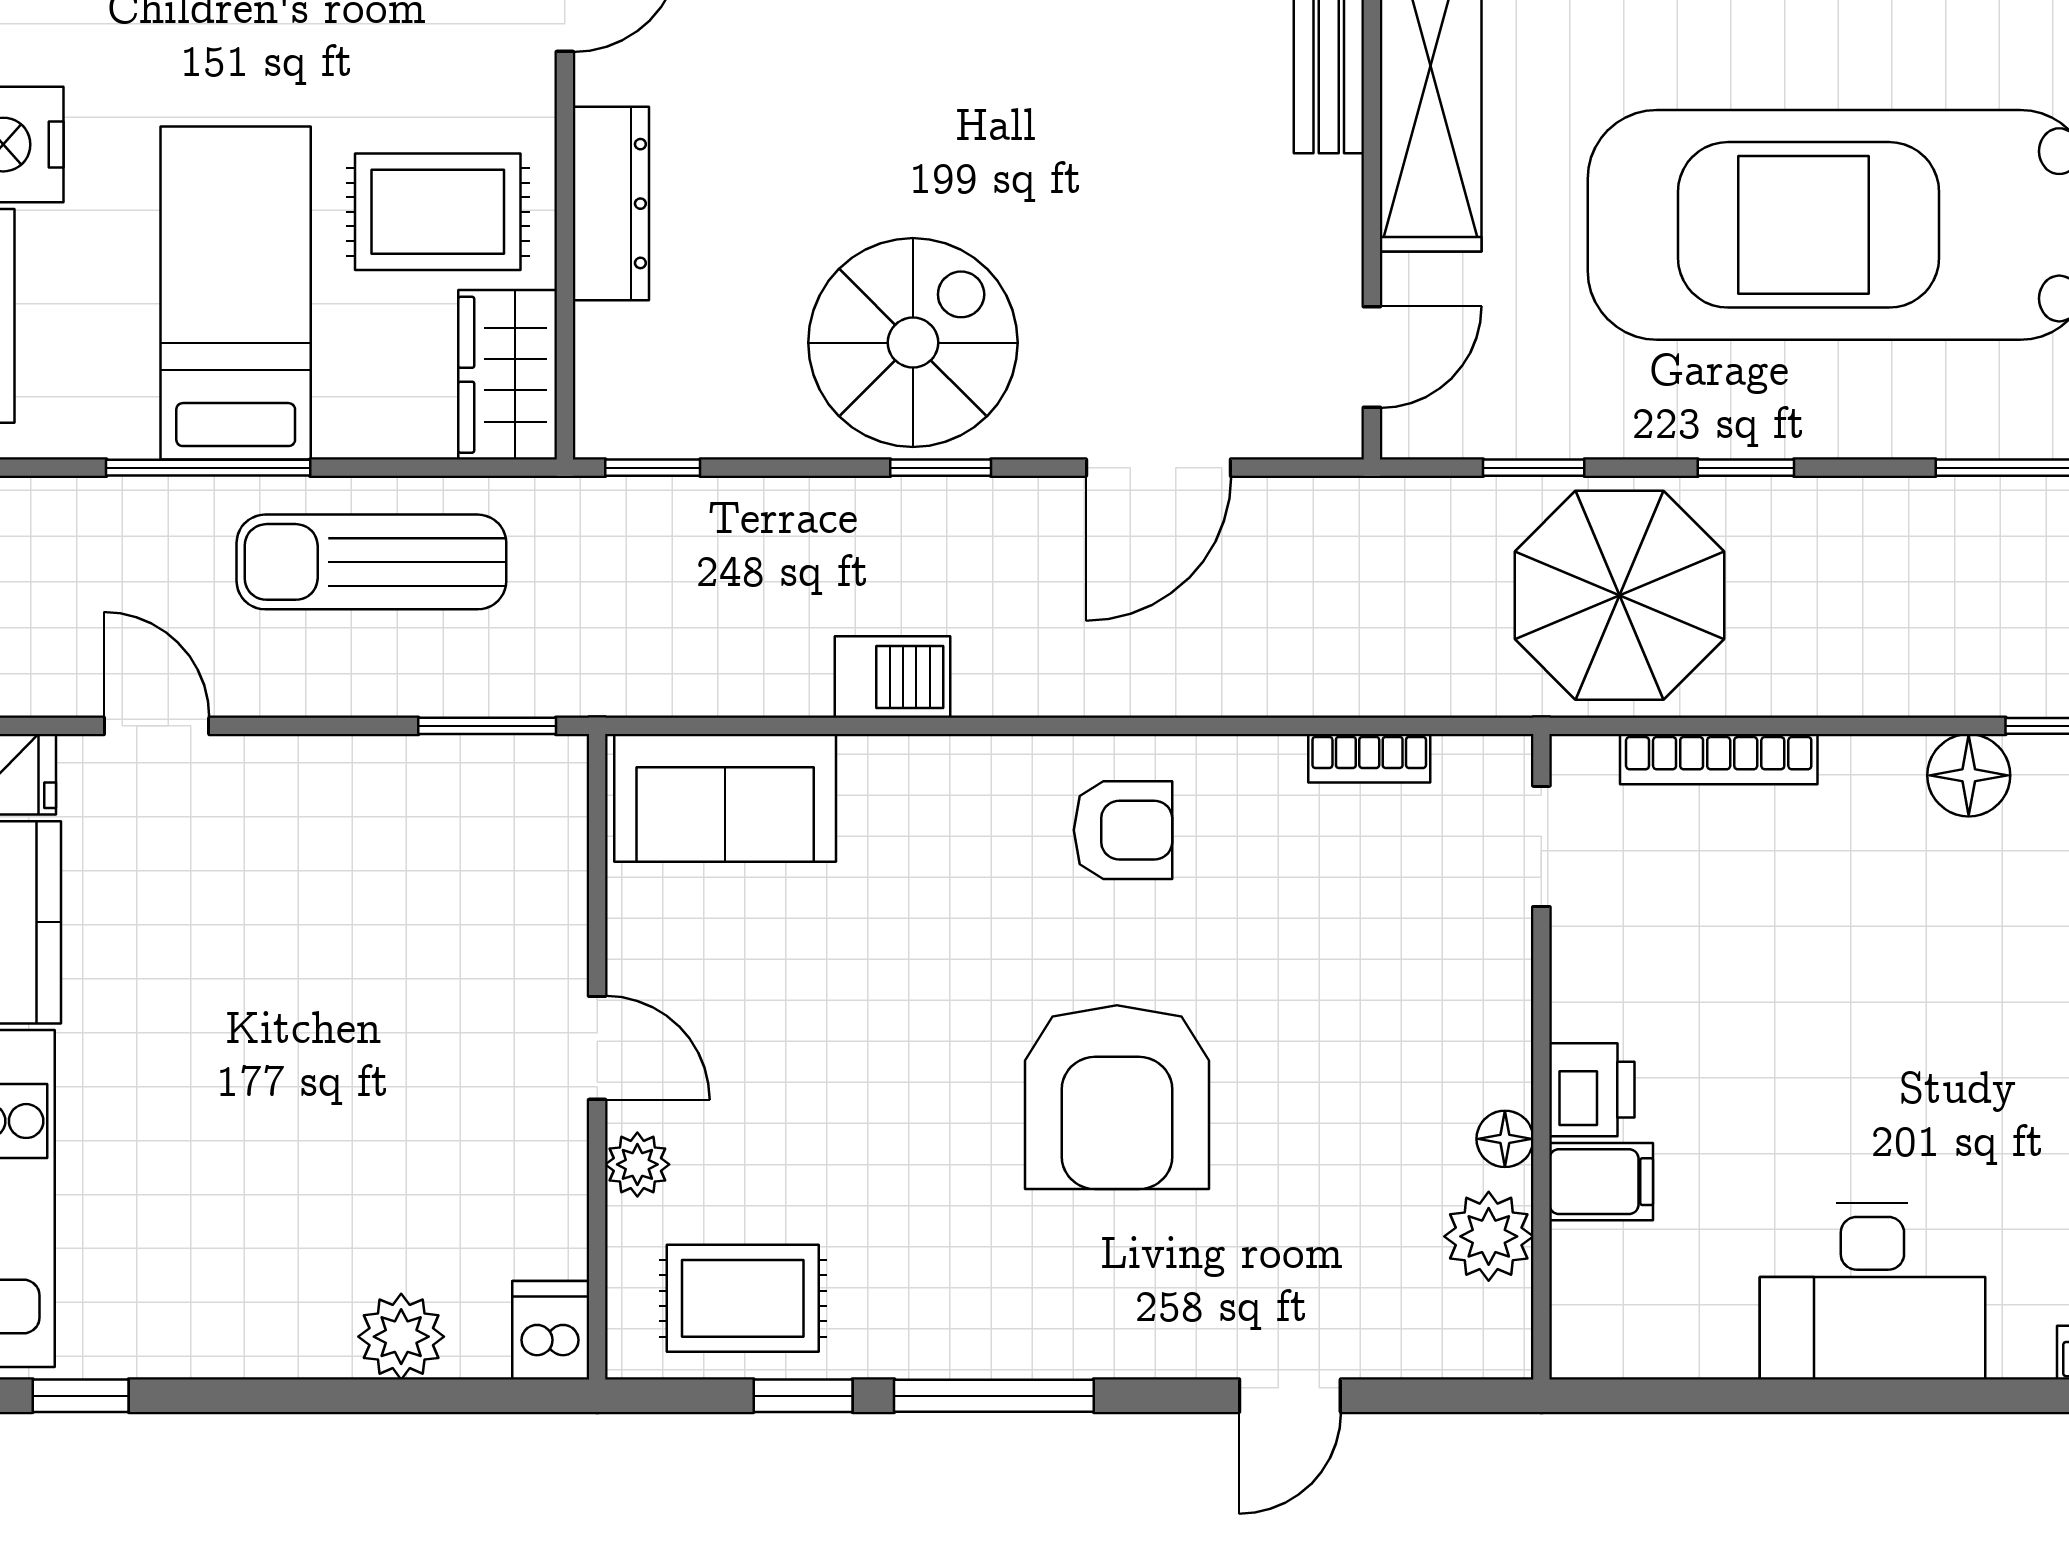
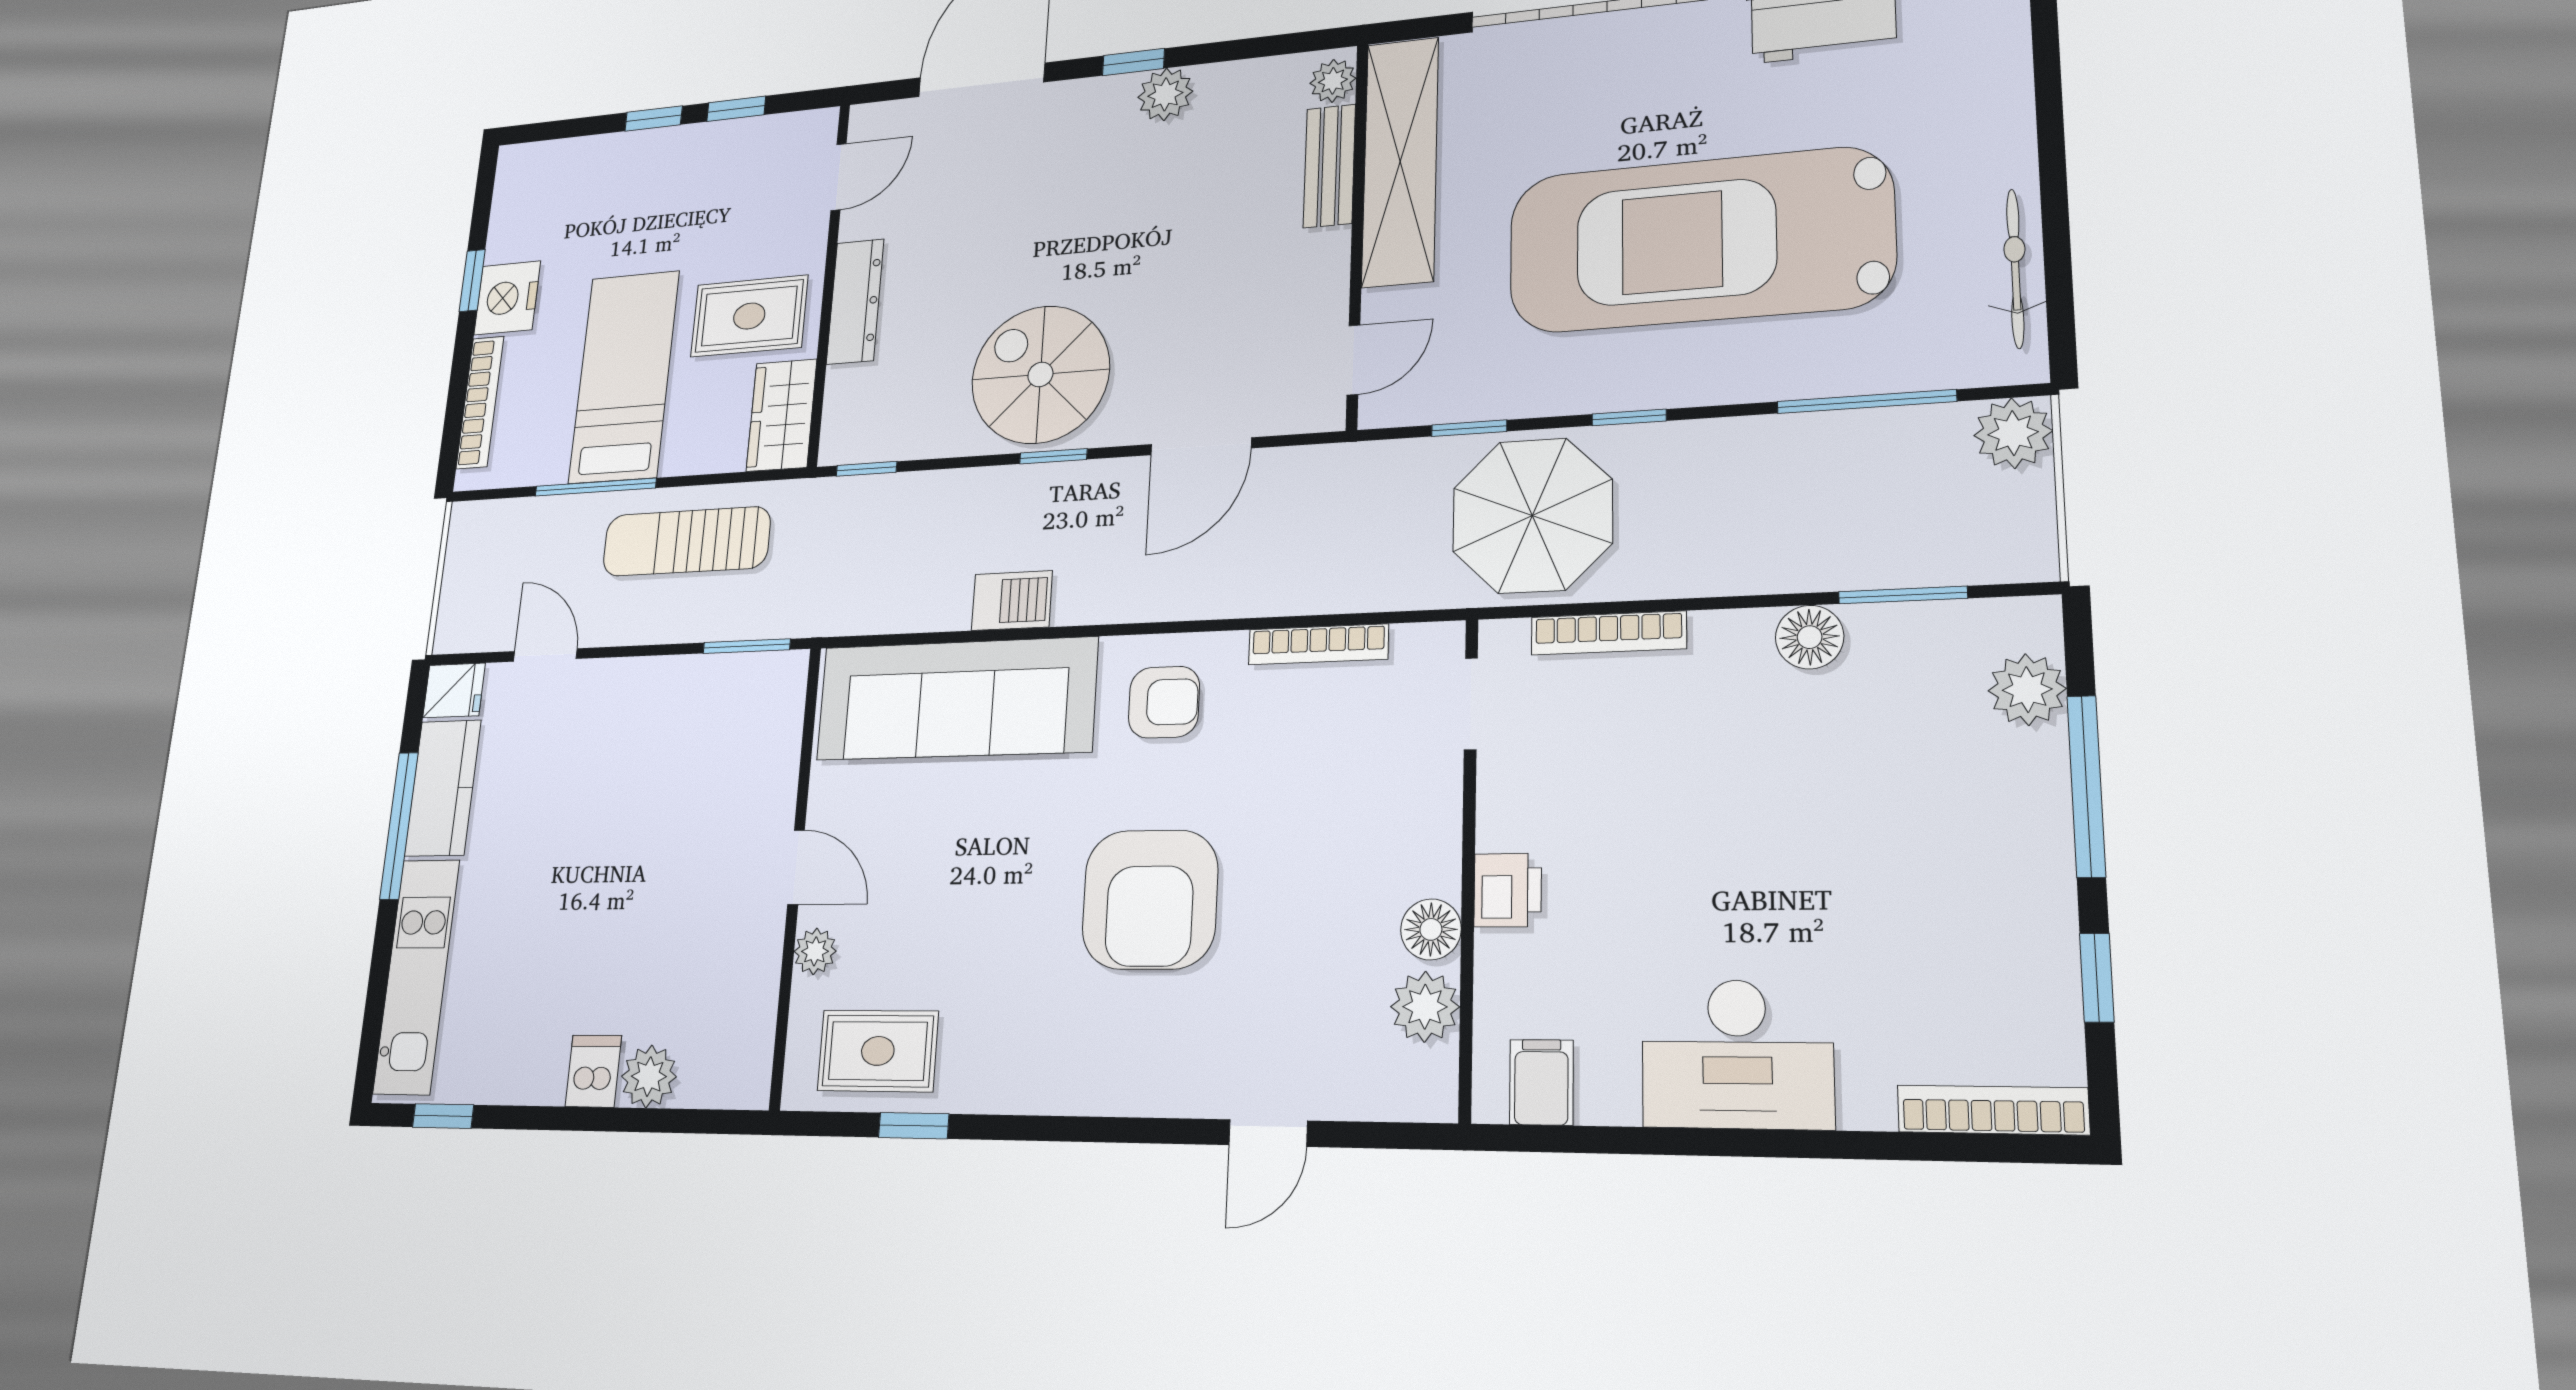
spiral stairs: (913, 343) -> (1040, 375), turned -90
bookcase: (1369, 758) -> (1318, 644), width x1.56
sofa: (725, 798) -> (956, 699), width x1.85, depth x1.27
floor lamp: (1505, 1139) -> (1431, 929), width x1.37, depth x1.37
filing cabinet: (1601, 1182) -> (1541, 1082), moved, turned -90
dishwasher: (551, 1330) -> (593, 1071), moved
window: (994, 1396) -> (1049, 1128), removed

